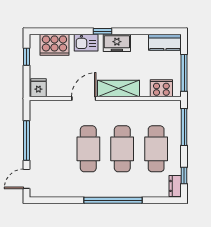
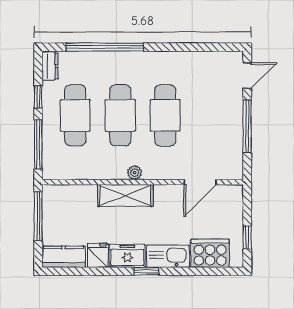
kitchen sink: (86, 43) -> (168, 256), width x1.38
fridge: (38, 88) -> (98, 255), moved, turned 180
cooker: (161, 88) -> (68, 196), removed
door: (84, 99) -> (200, 182), moved
plant: (111, 106) -> (135, 173), added
window: (184, 176) -> (38, 97), moved
window: (113, 200) -> (105, 47), moved

